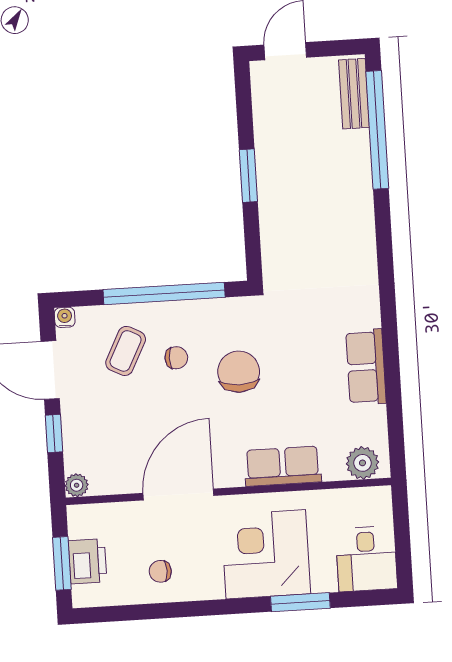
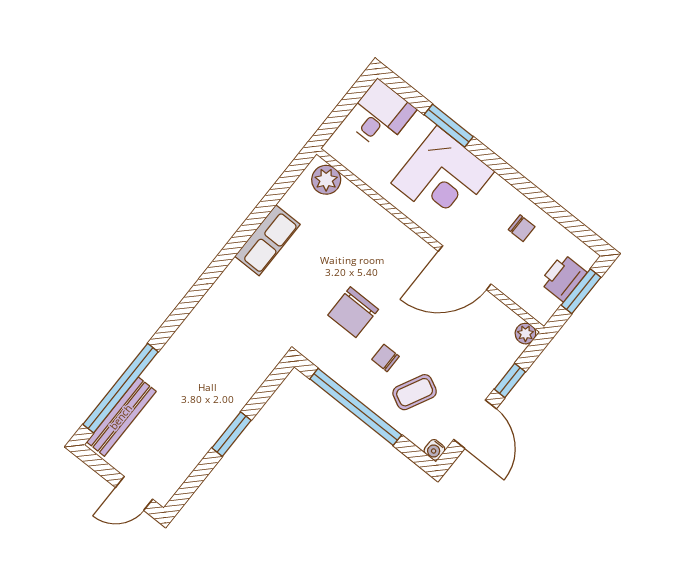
bench: (354, 94) -> (121, 417), width x1.36
row of seats: (283, 466) -> (380, 225), removed

